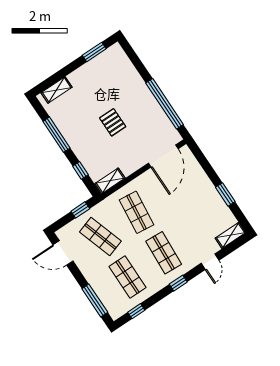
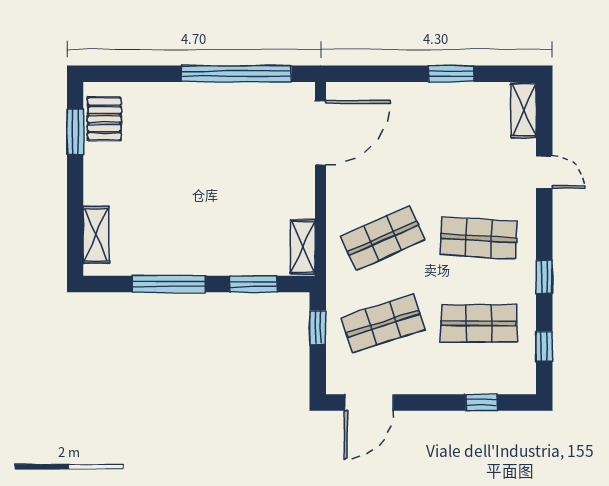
pallet: (113, 122) -> (104, 119), moved, turned 90
door: (163, 156) -> (320, 133), hinge flipped
window: (80, 170) -> (253, 284), width x1.50
shop shelf: (136, 212) -> (383, 238), turned -30
window: (178, 283) -> (544, 277), moved
window: (95, 300) -> (482, 403), width x0.46

